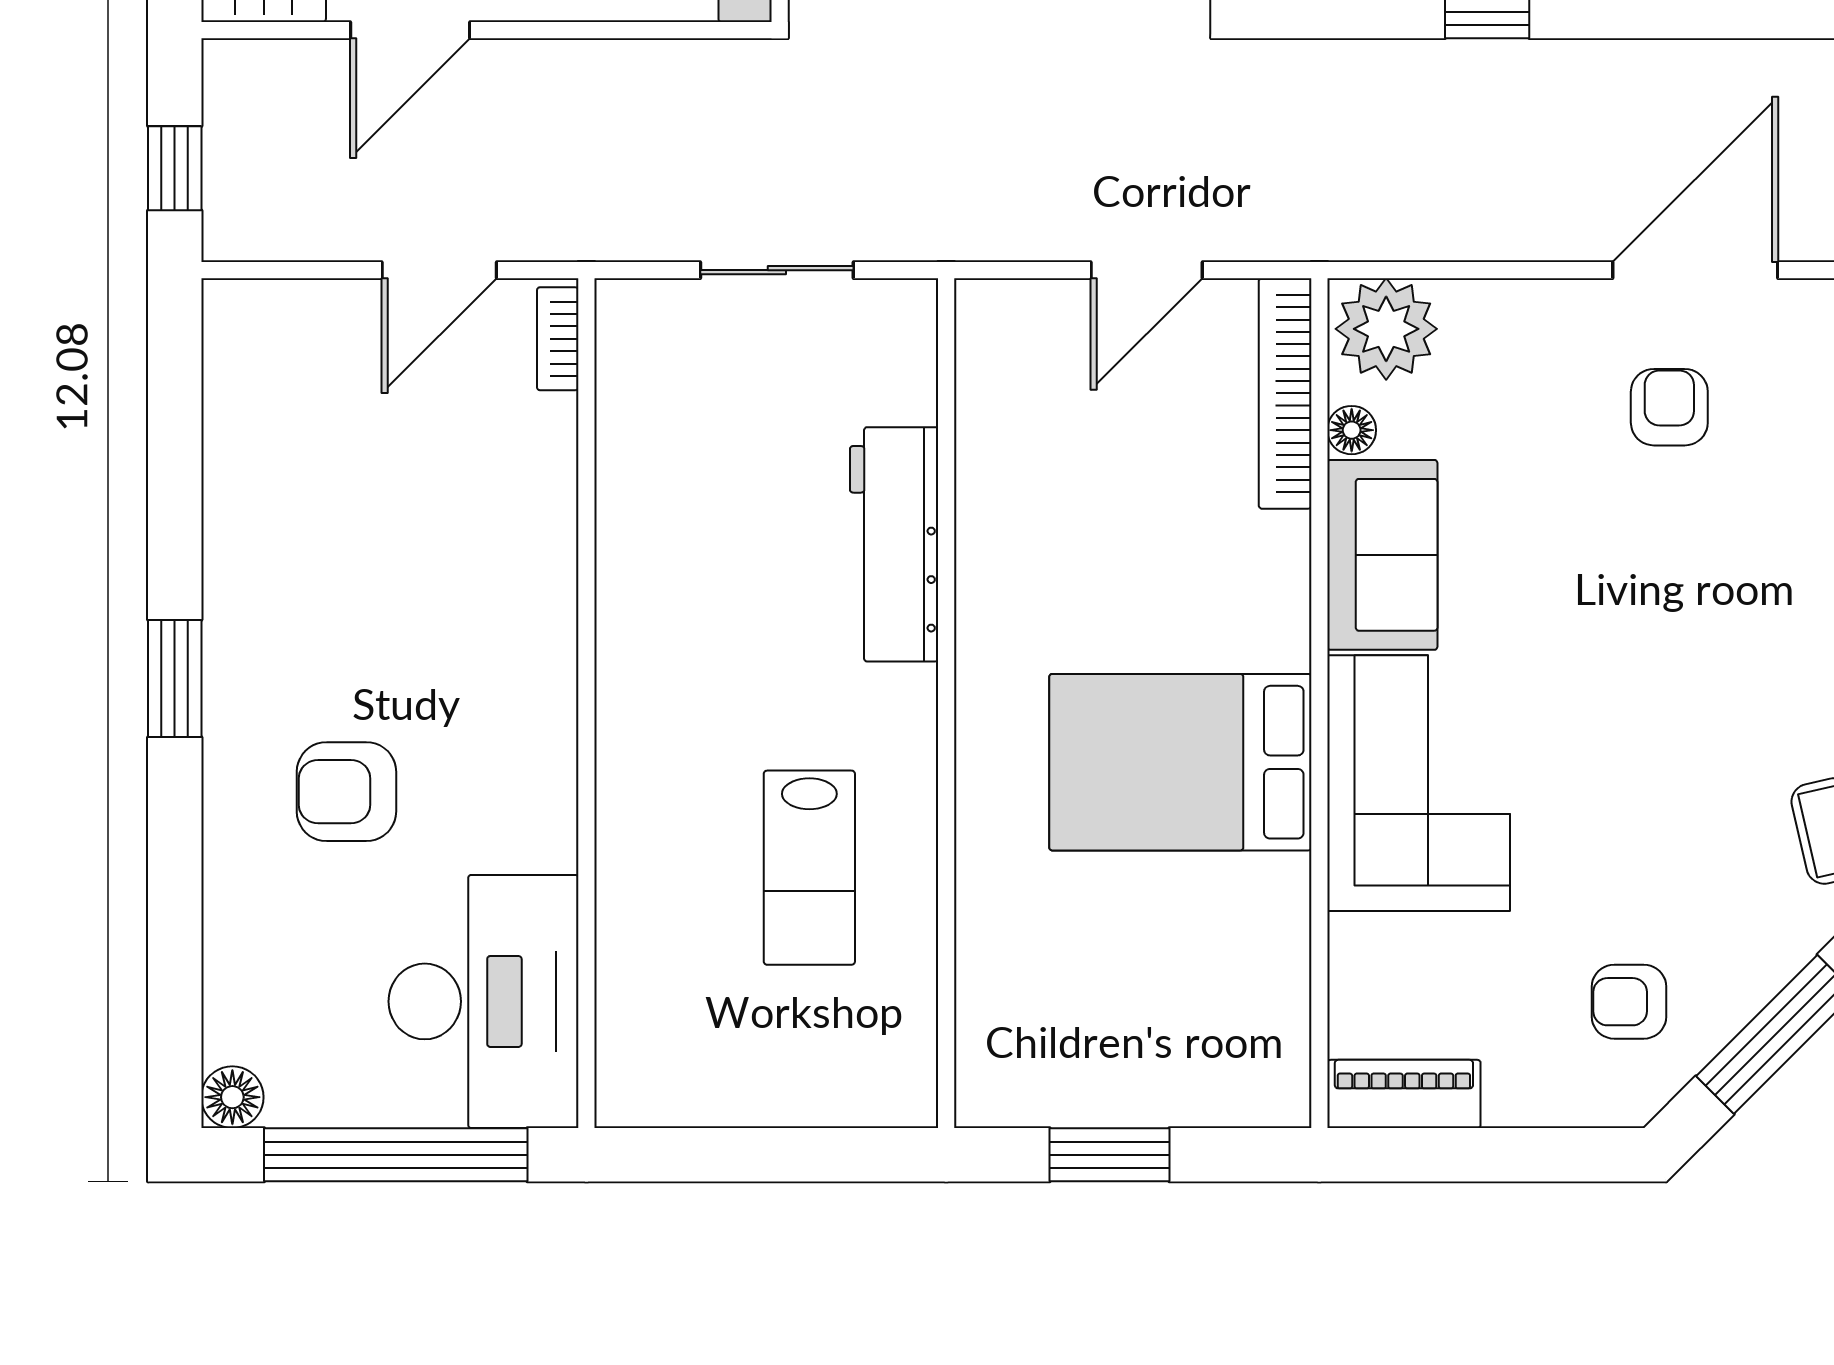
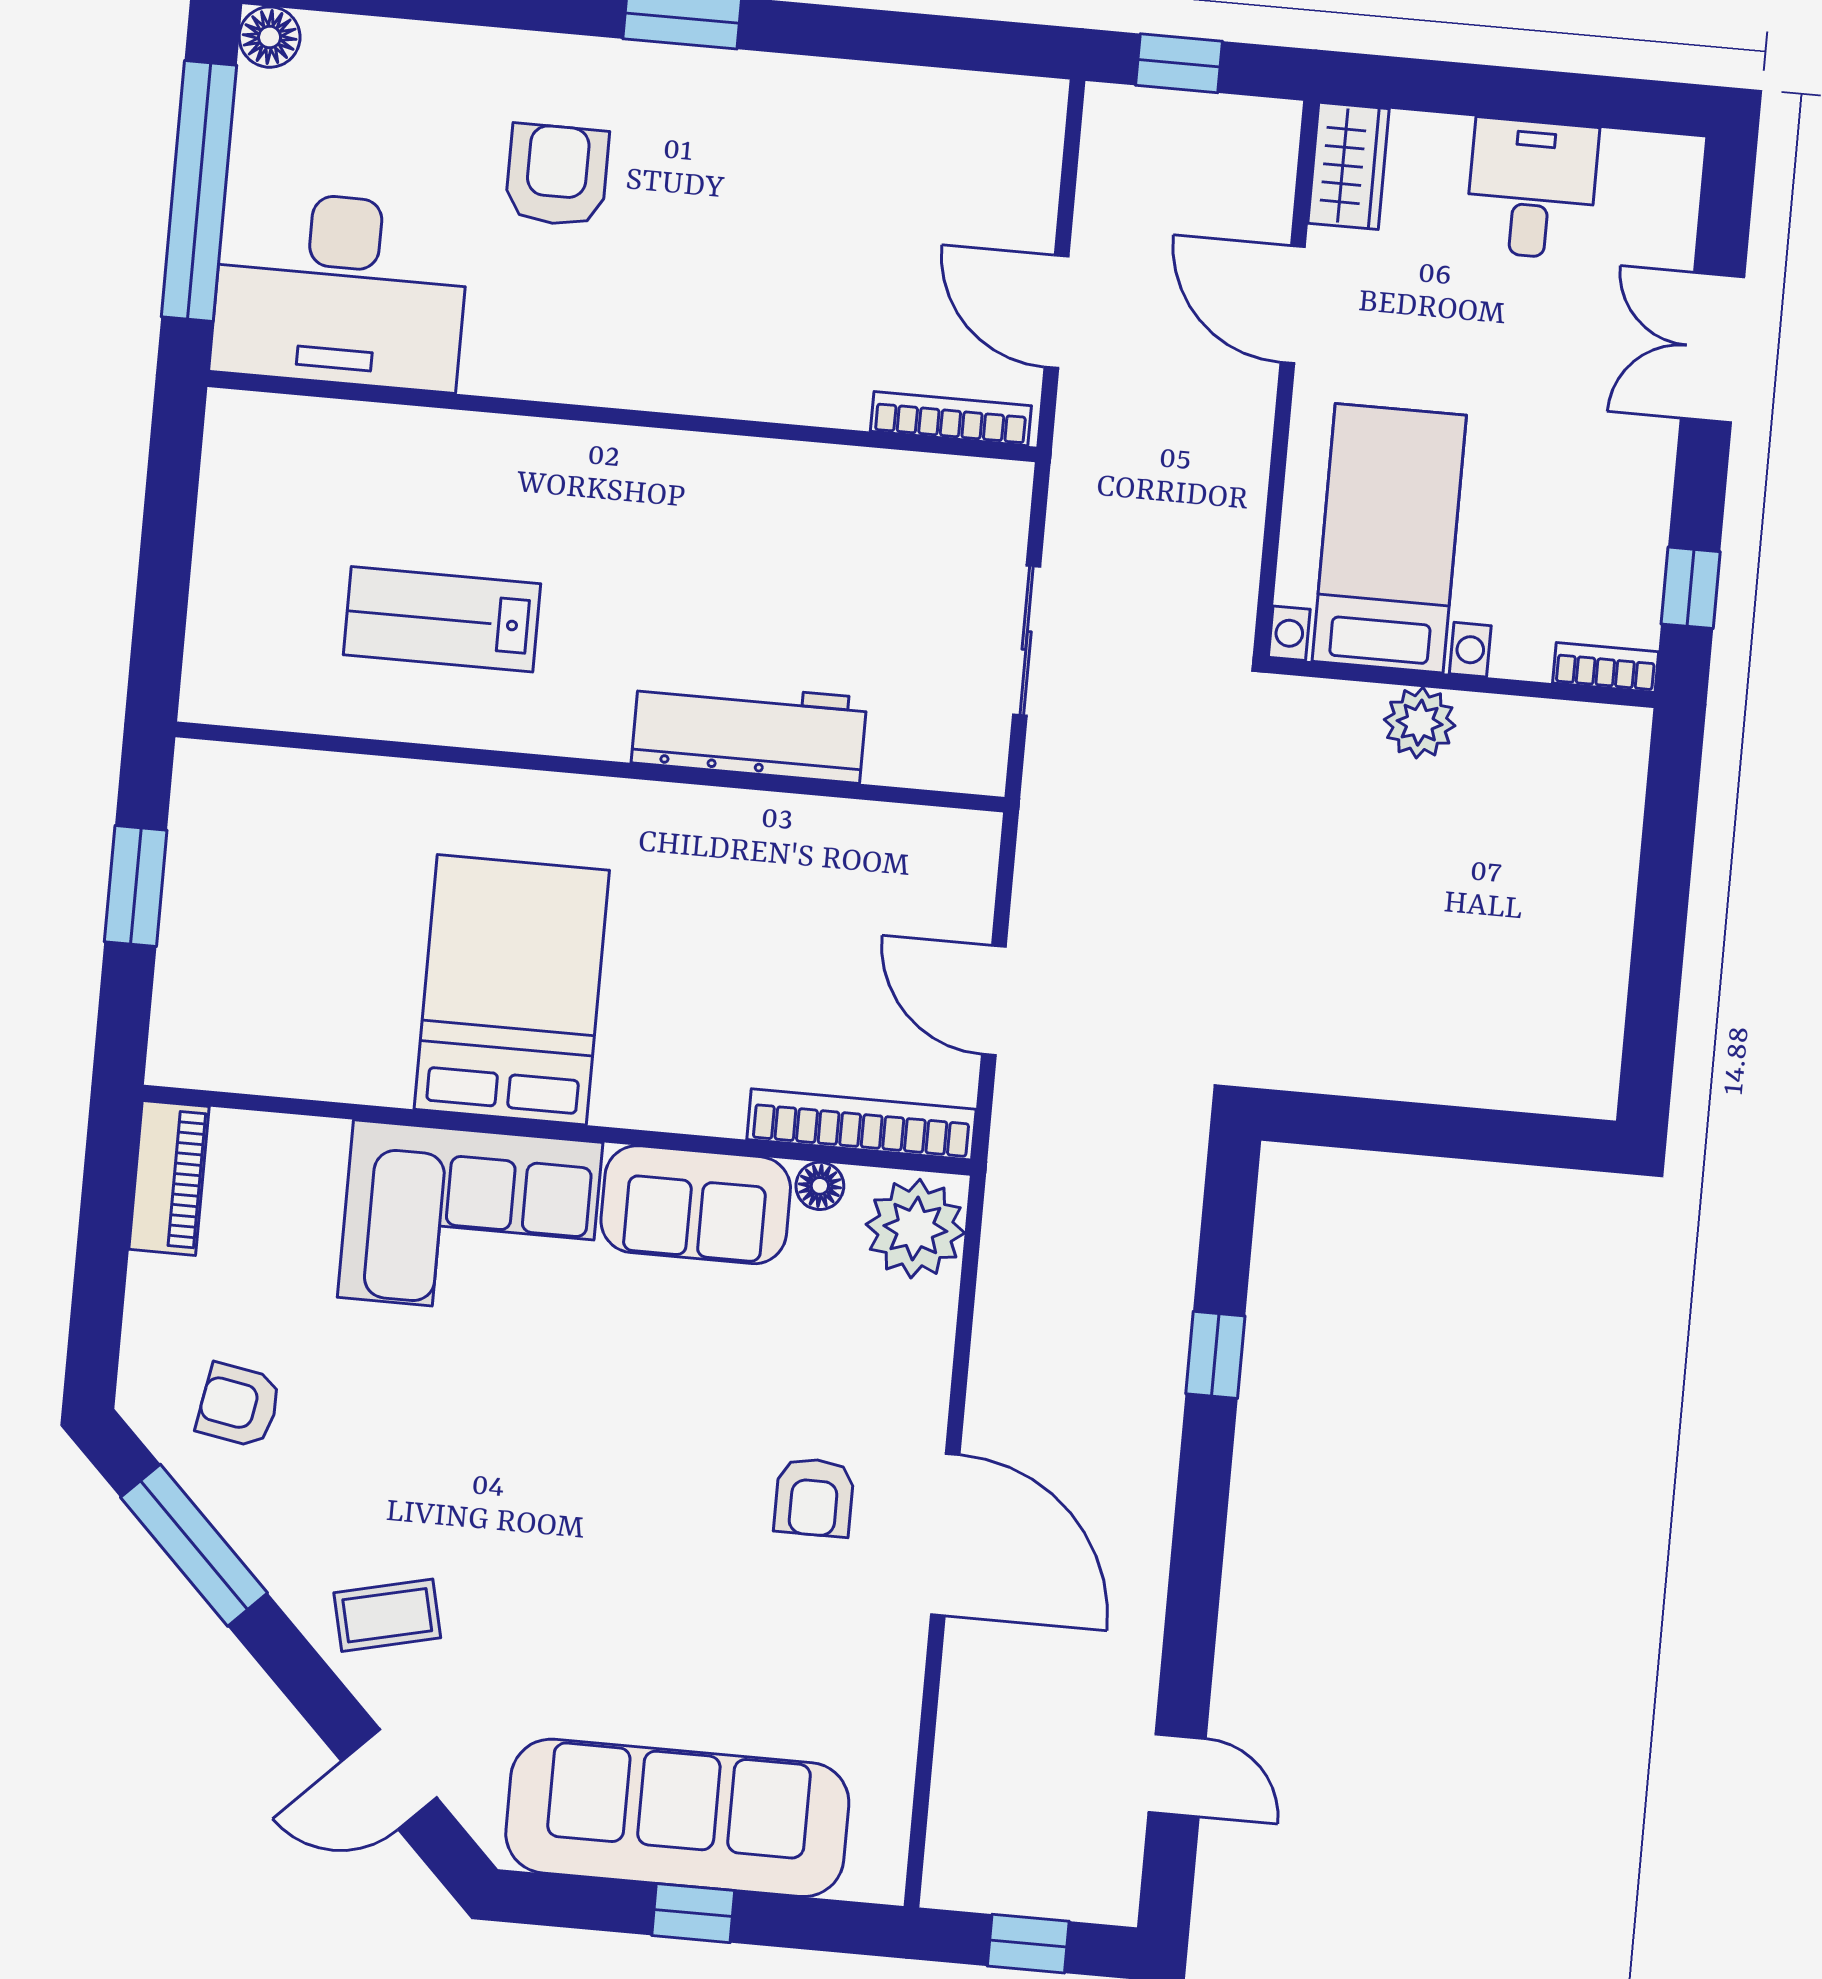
bookcase: (558, 339) -> (951, 419), width x1.56
armchair: (1669, 407) -> (814, 1497), turned 90
armchair: (1629, 1002) -> (239, 1405), turned -80

